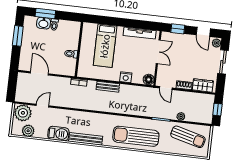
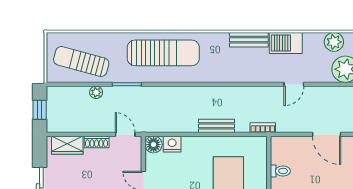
nightstand: (126, 77) -> (172, 144), moved
door: (43, 106) -> (294, 84), moved
bench: (86, 139) -> (249, 40), width x0.73

